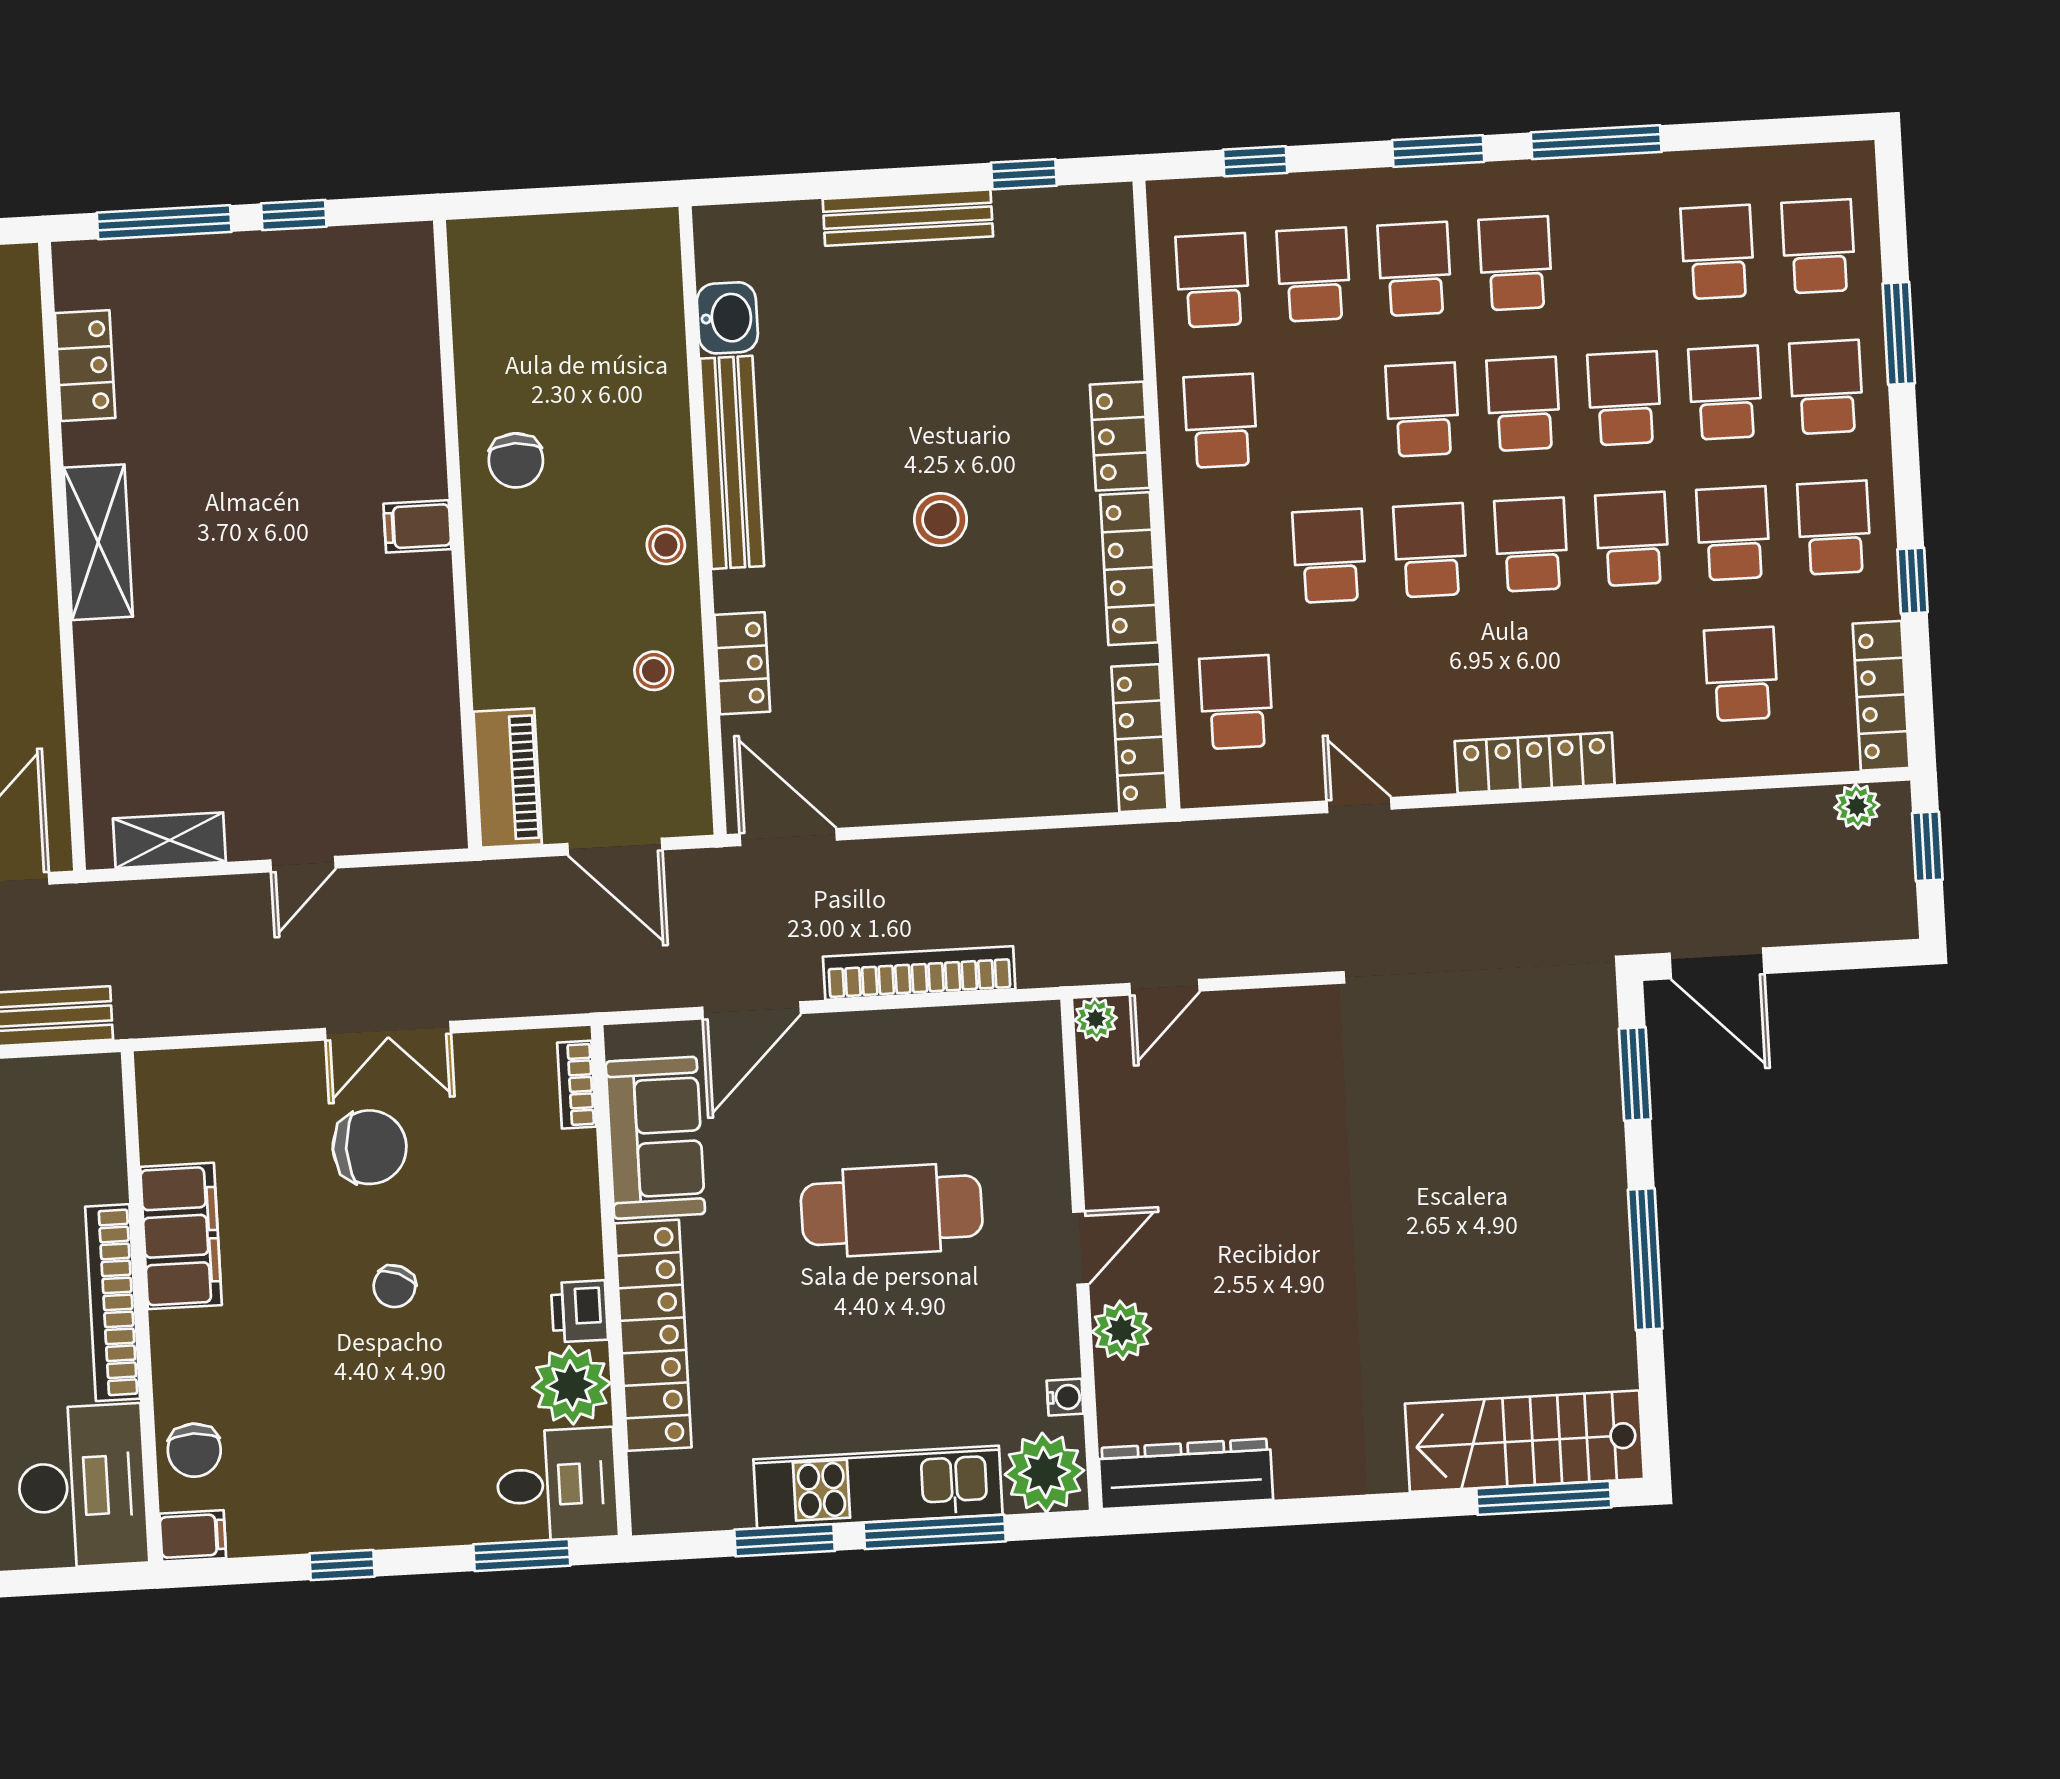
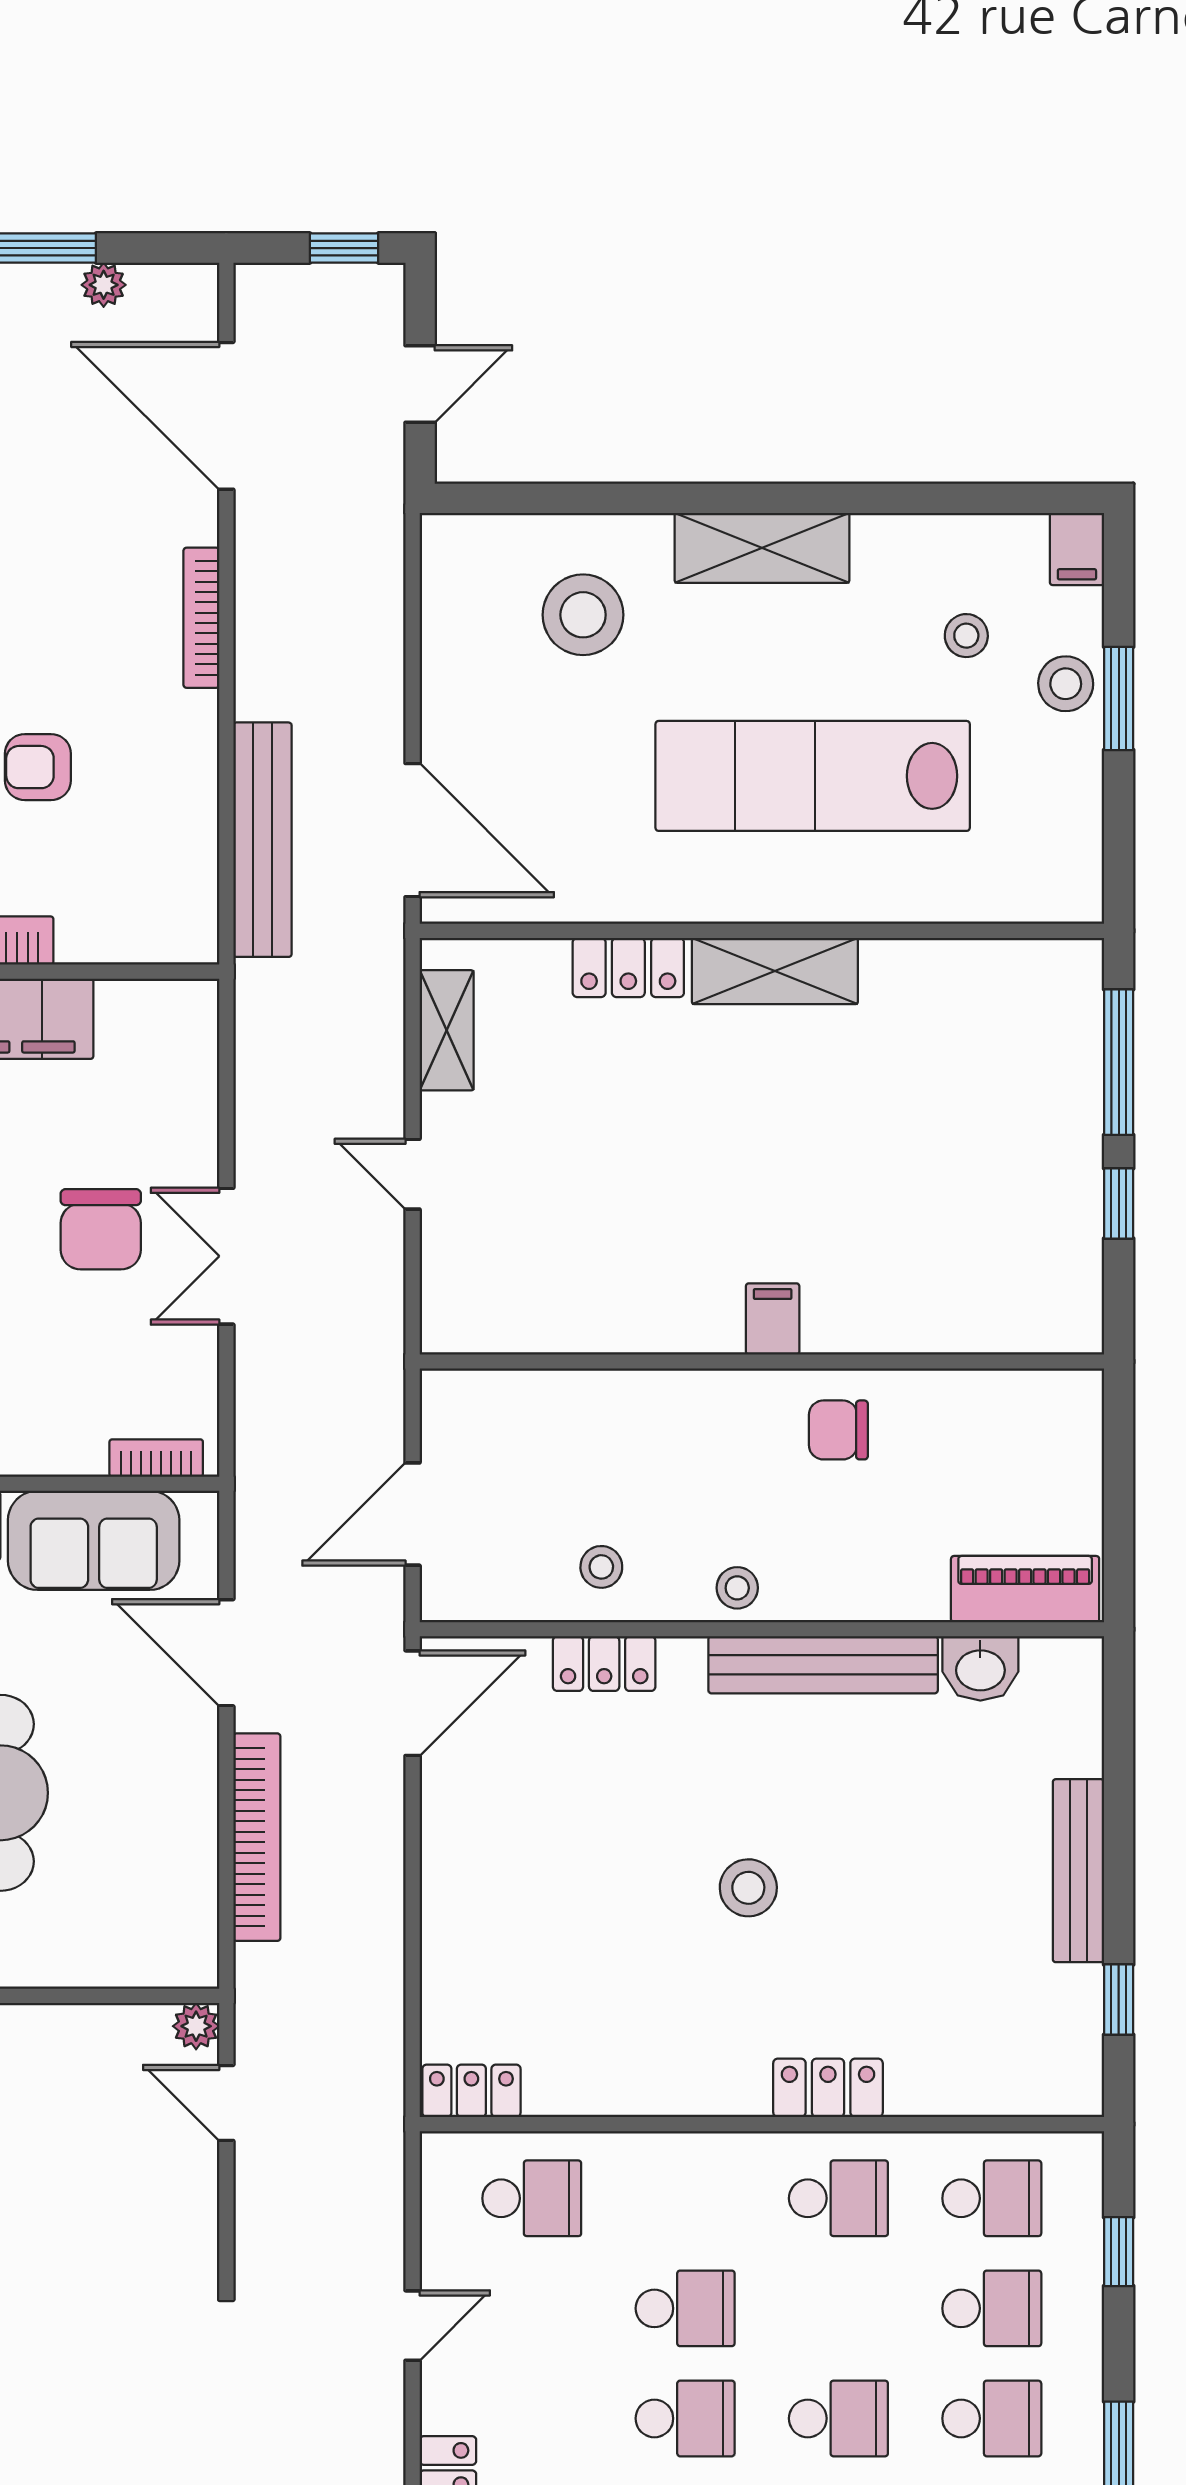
locker: (85, 366) -> (628, 967), moved
locker: (1129, 569) -> (683, 2090), removed
locker: (1139, 738) -> (471, 2091), width x0.66
piano: (508, 778) -> (1025, 1589), moved, turned 180

